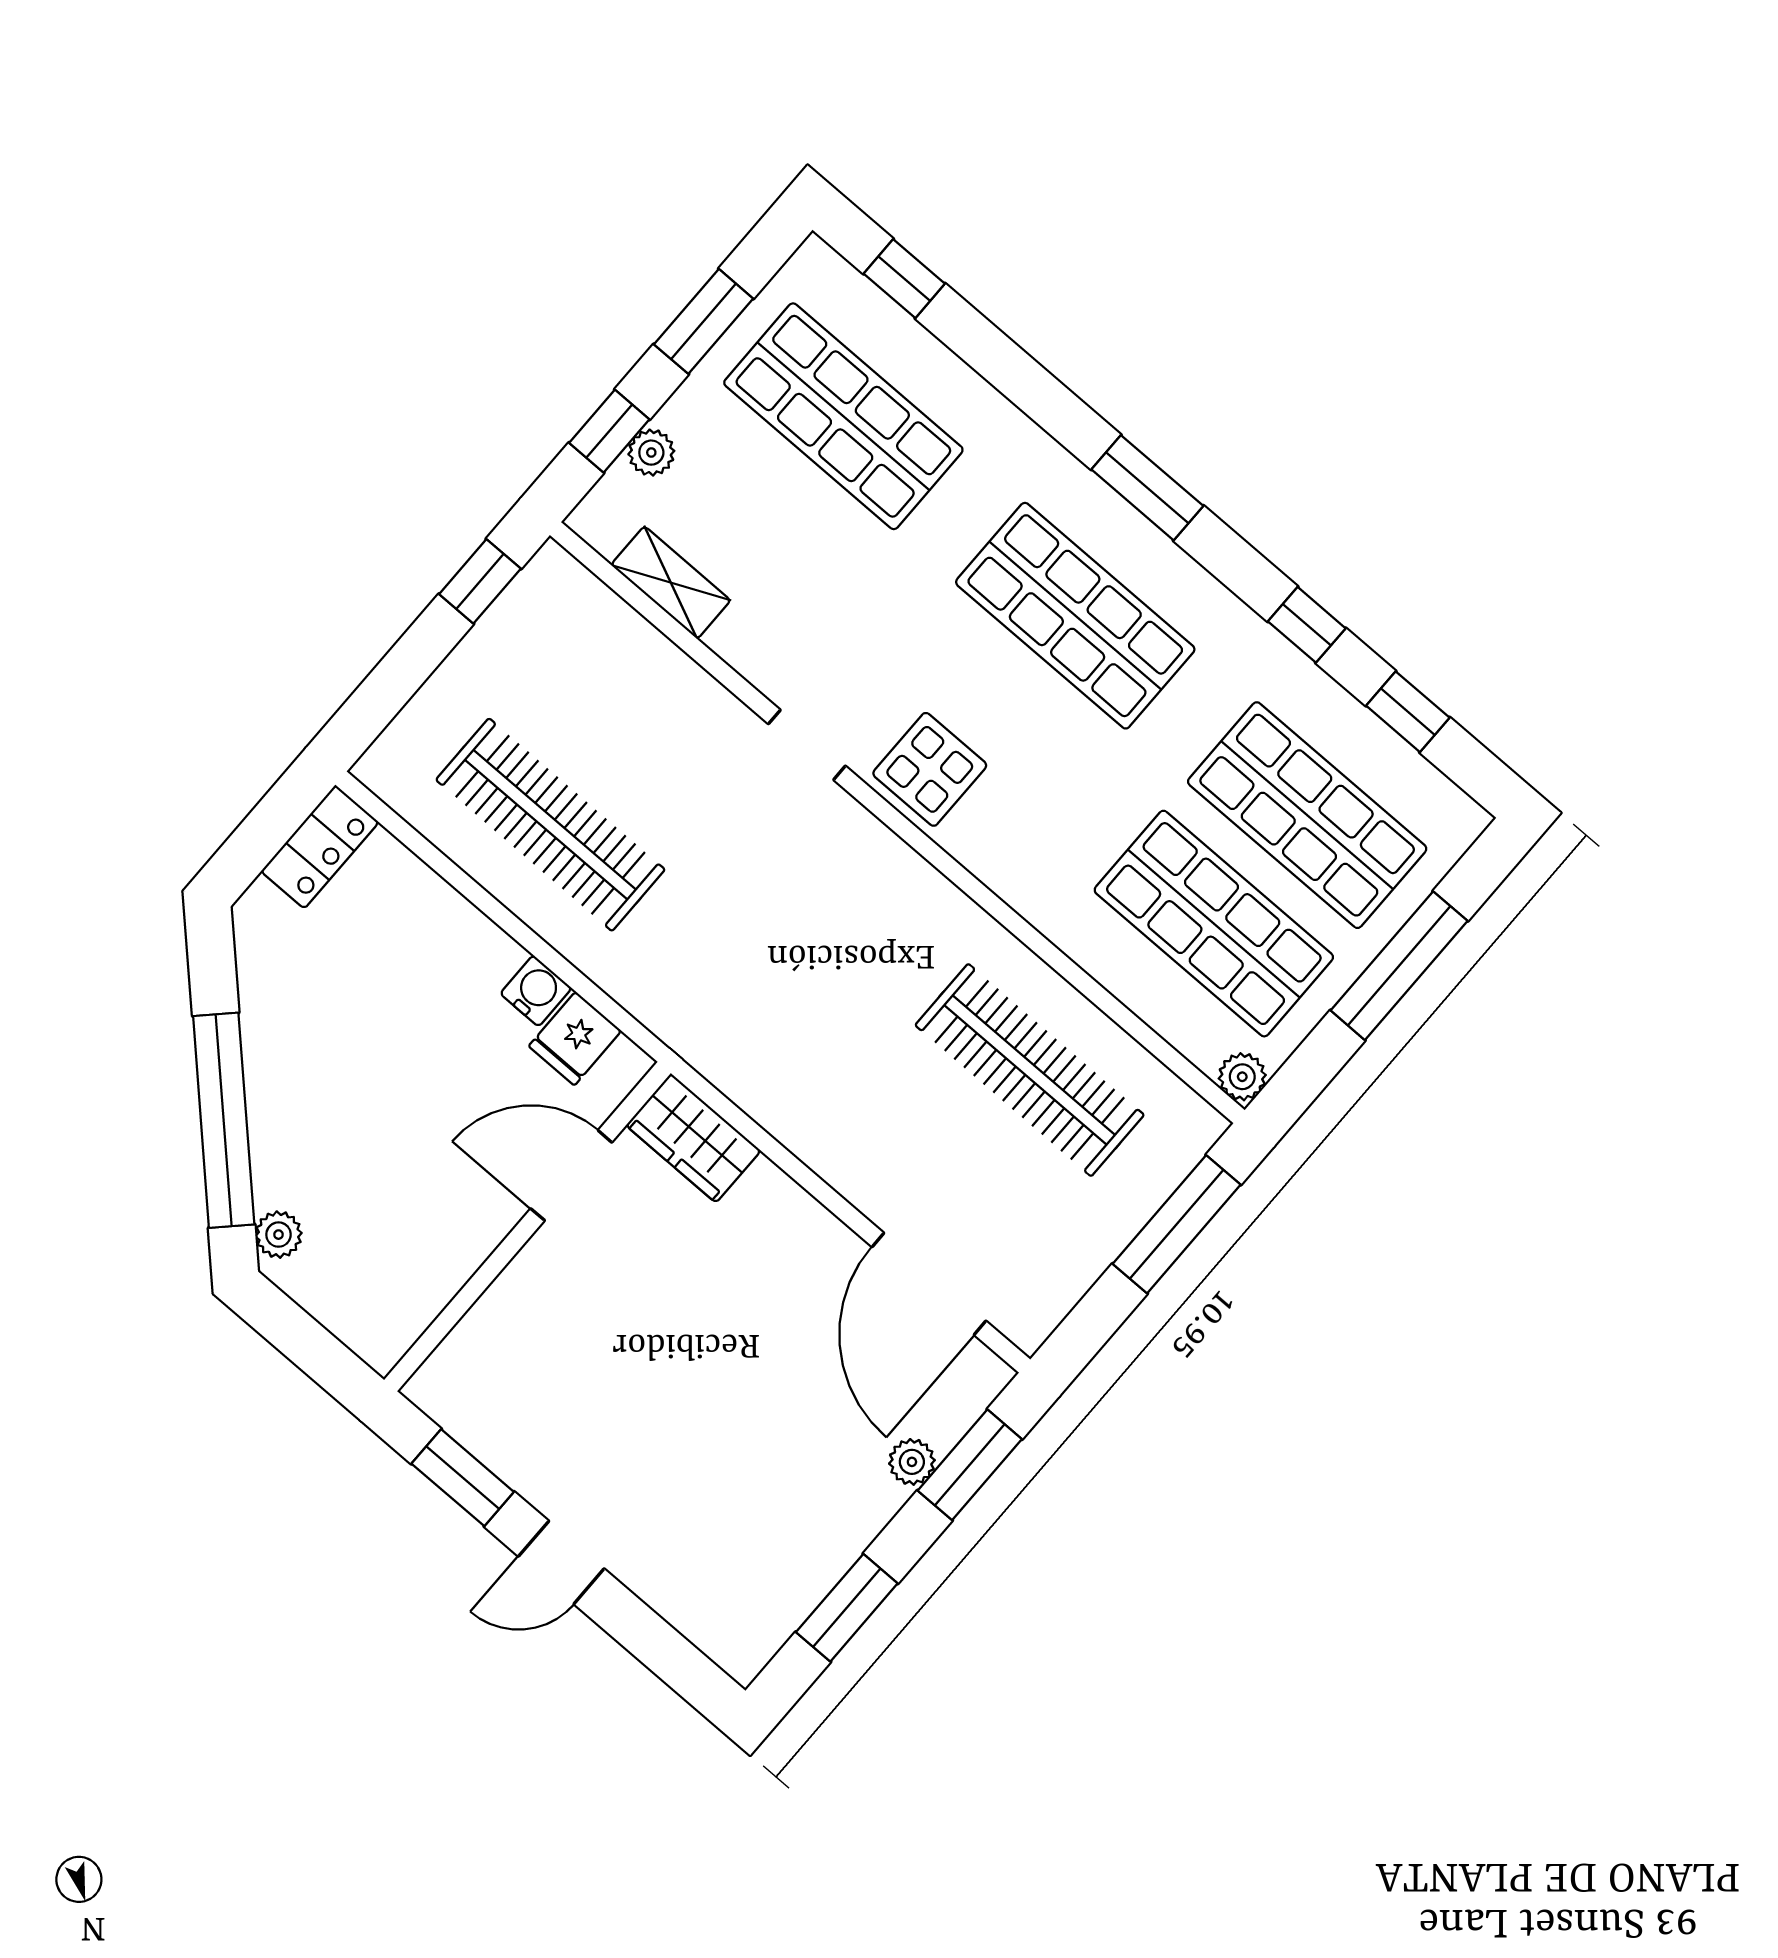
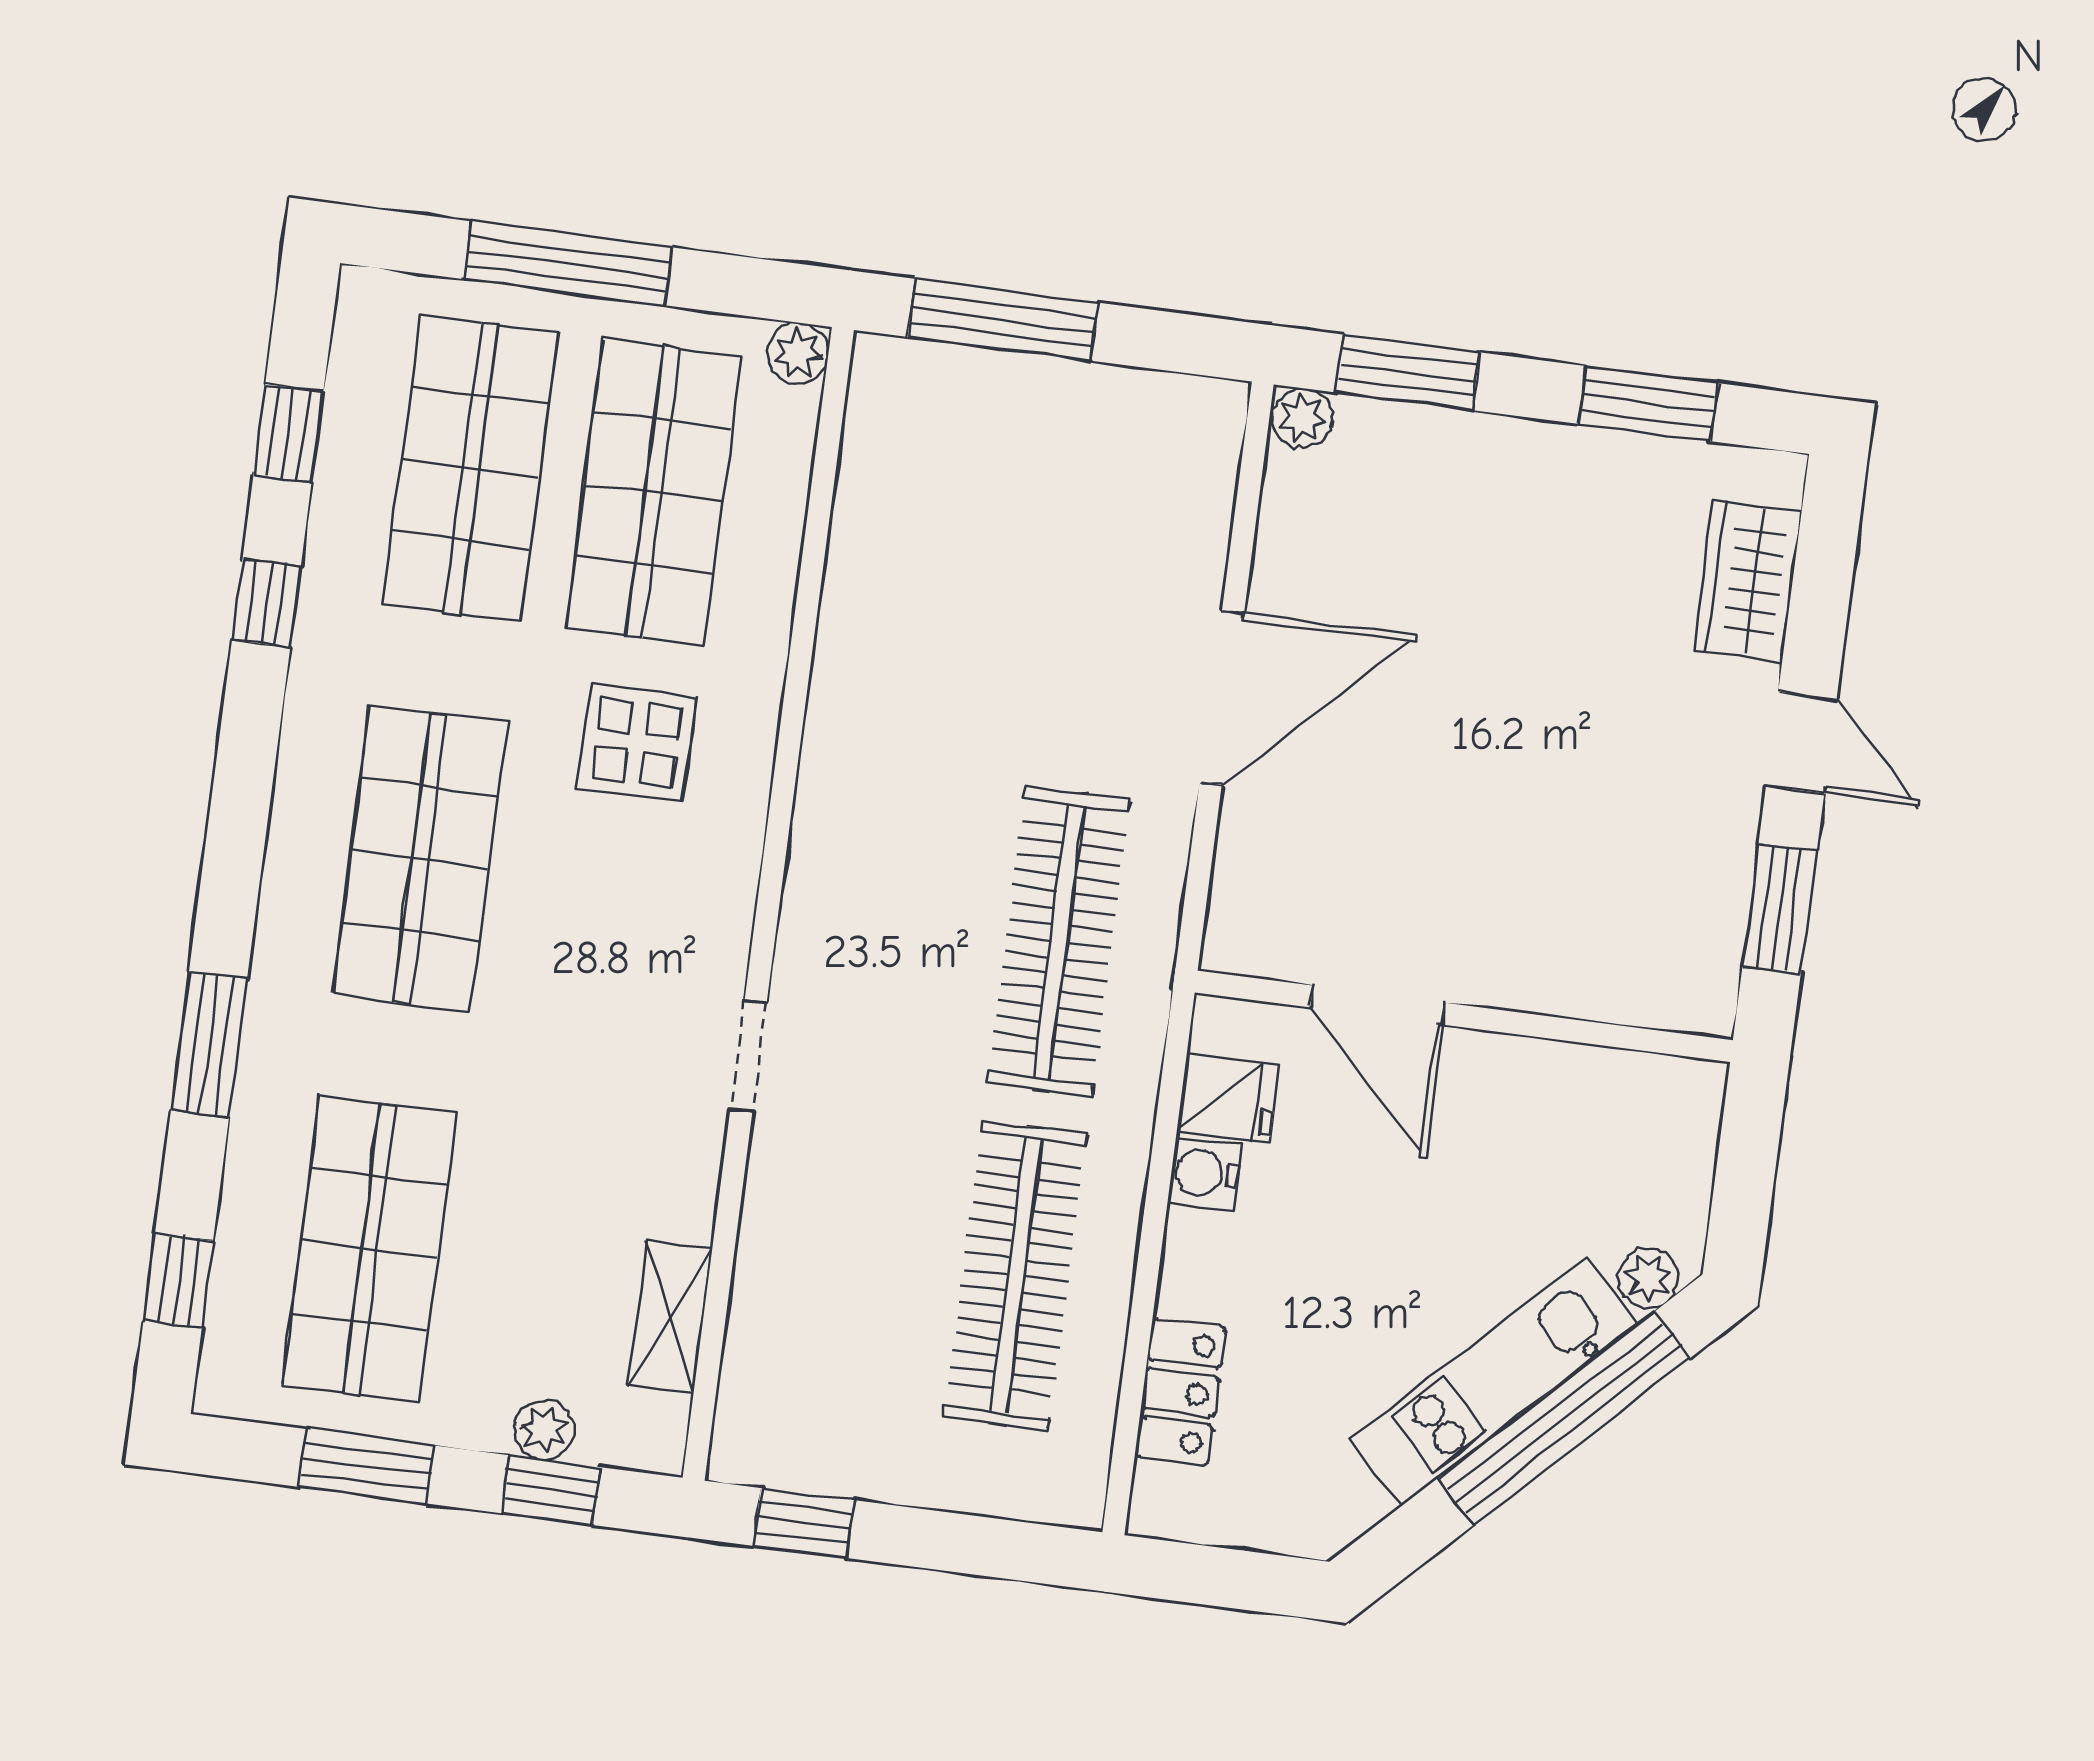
window: (1147, 488) -> (209, 1044), moved
display table: (930, 769) -> (637, 743), moved
locker: (320, 847) -> (1180, 1392), moved, turned 90
clothes rail: (1030, 1070) -> (1059, 942), moved
kitchen unit: (277, 1090) -> (1494, 1382), added
wardrobe: (693, 1138) -> (1748, 581), moved, turned 180
door: (929, 1284) -> (1222, 698), moved
plant: (912, 1462) -> (1303, 418), moved

